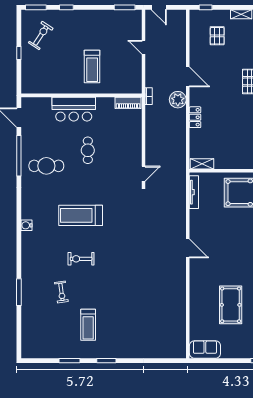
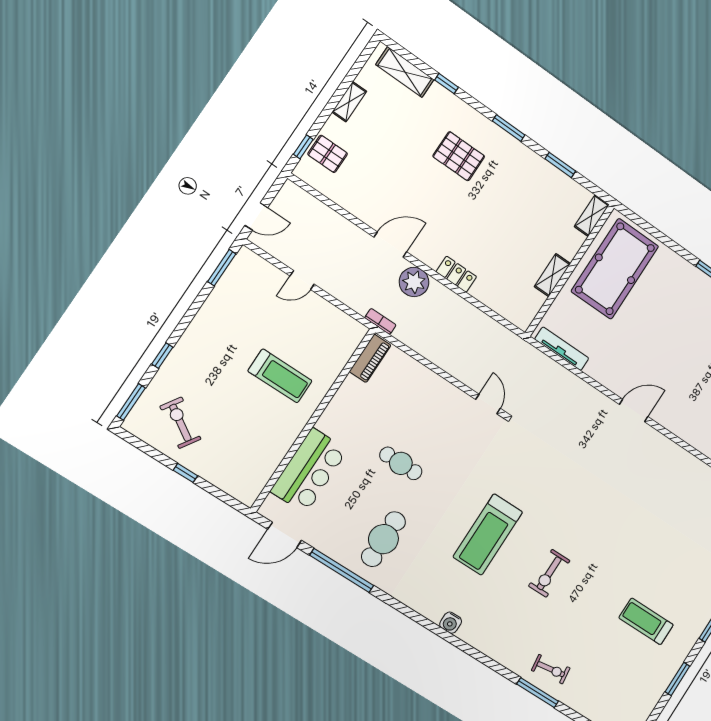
pallet: (217, 36) -> (328, 154), moved
bar counter: (74, 109) -> (309, 471), moved
shelving: (202, 164) -> (552, 275), moved
exercise bike: (61, 292) -> (551, 669), moved
treadmill: (88, 325) -> (646, 621), turned 180

